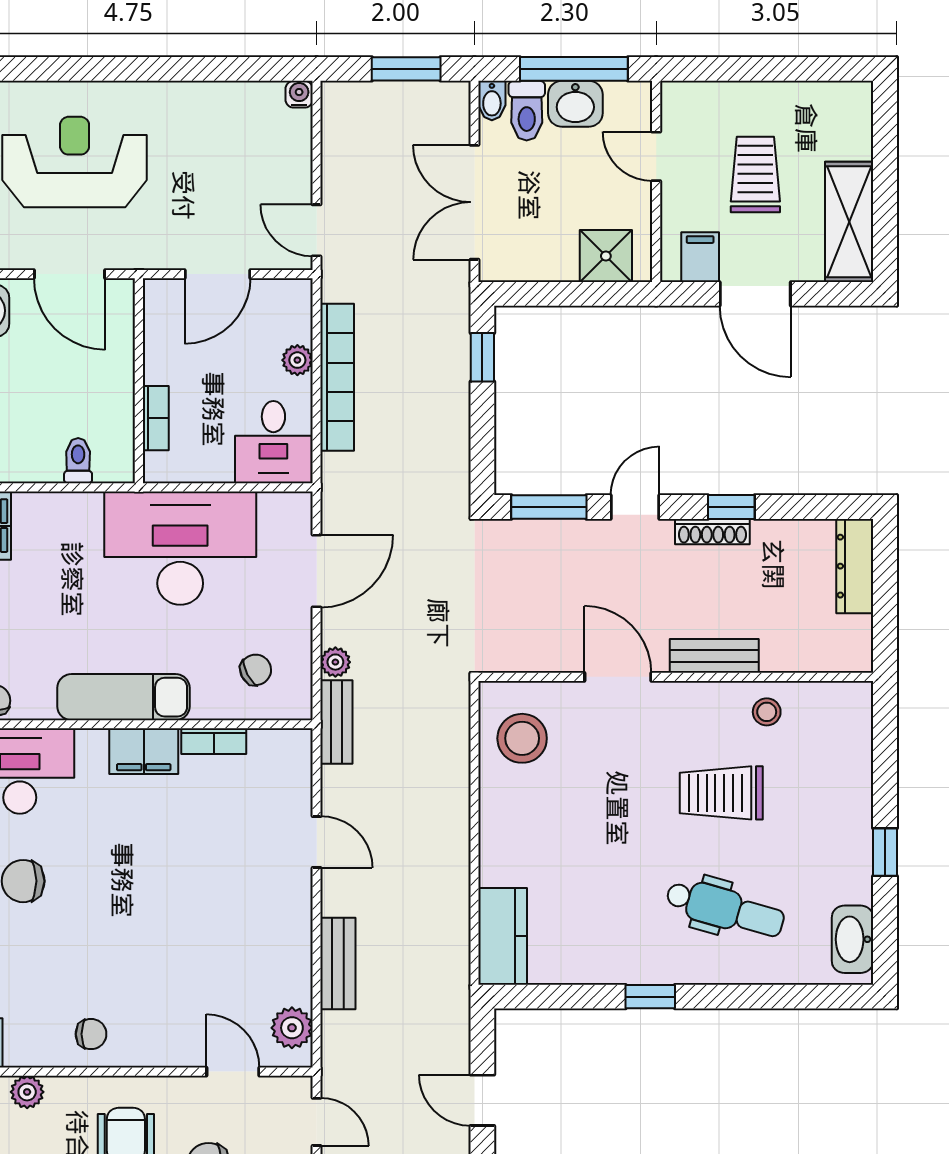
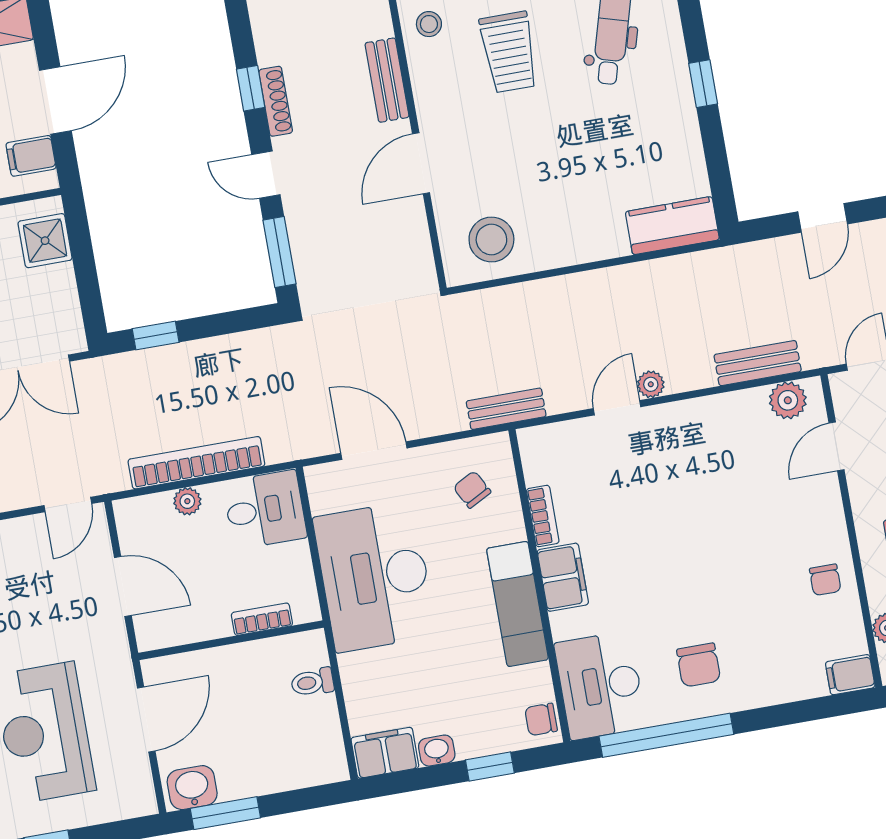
plant: (335, 662) -> (651, 384), moved
bench: (338, 963) -> (758, 363), moved
chair: (91, 1034) -> (825, 580), turned 180

